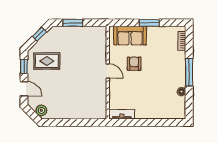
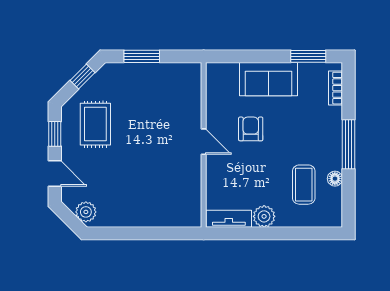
window: (149, 23) -> (308, 56), moved
sofa: (130, 36) -> (268, 79), moved
rug: (47, 61) -> (95, 124), turned 90
coffee table: (164, 95) -> (304, 185), added
plant: (142, 113) -> (264, 216), added

